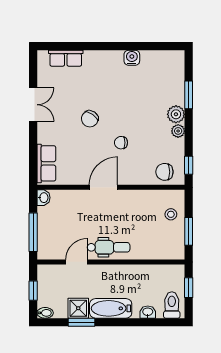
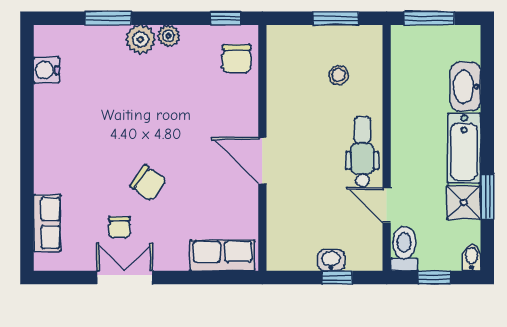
water cooler: (132, 58) -> (46, 70), moved
chair: (121, 143) -> (119, 227), moved
washbasin: (44, 198) -> (331, 260), moved
stool: (171, 214) -> (339, 75), moved
window: (33, 232) -> (337, 277), width x0.46
window: (189, 288) -> (429, 18), width x1.50
toilet: (172, 305) -> (404, 249), moved, turned 90
washbasin: (148, 312) -> (466, 87), width x1.91, depth x1.45

